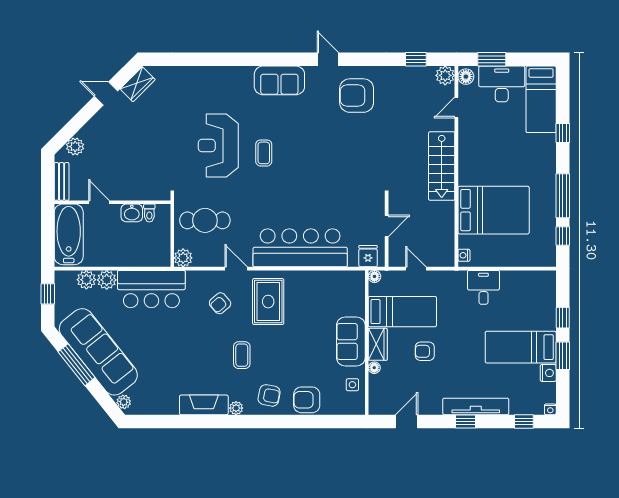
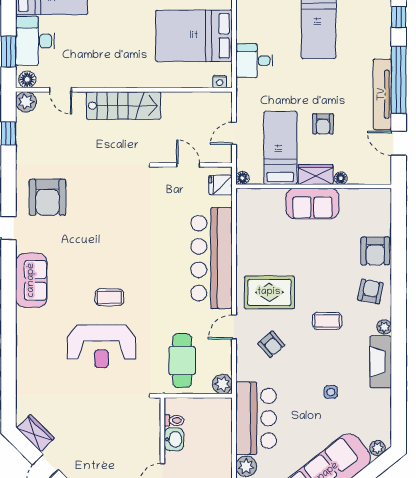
bed: (494, 210) -> (194, 36), moved, turned -90
side table: (352, 385) -> (331, 392), moved
tv unit: (476, 406) -> (382, 94), moved
window: (466, 421) -> (399, 80), width x3.17

